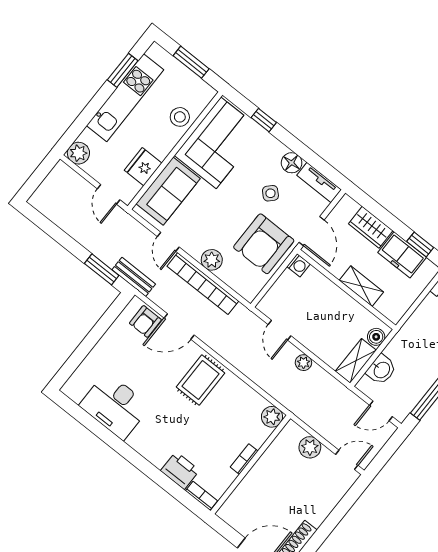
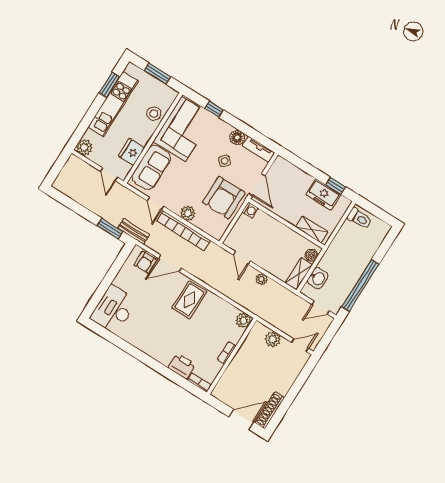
wardrobe: (371, 227) -> (299, 177), removed
shelving: (361, 286) -> (312, 230), moved
desk: (115, 406) -> (114, 309), moved, turned 90

